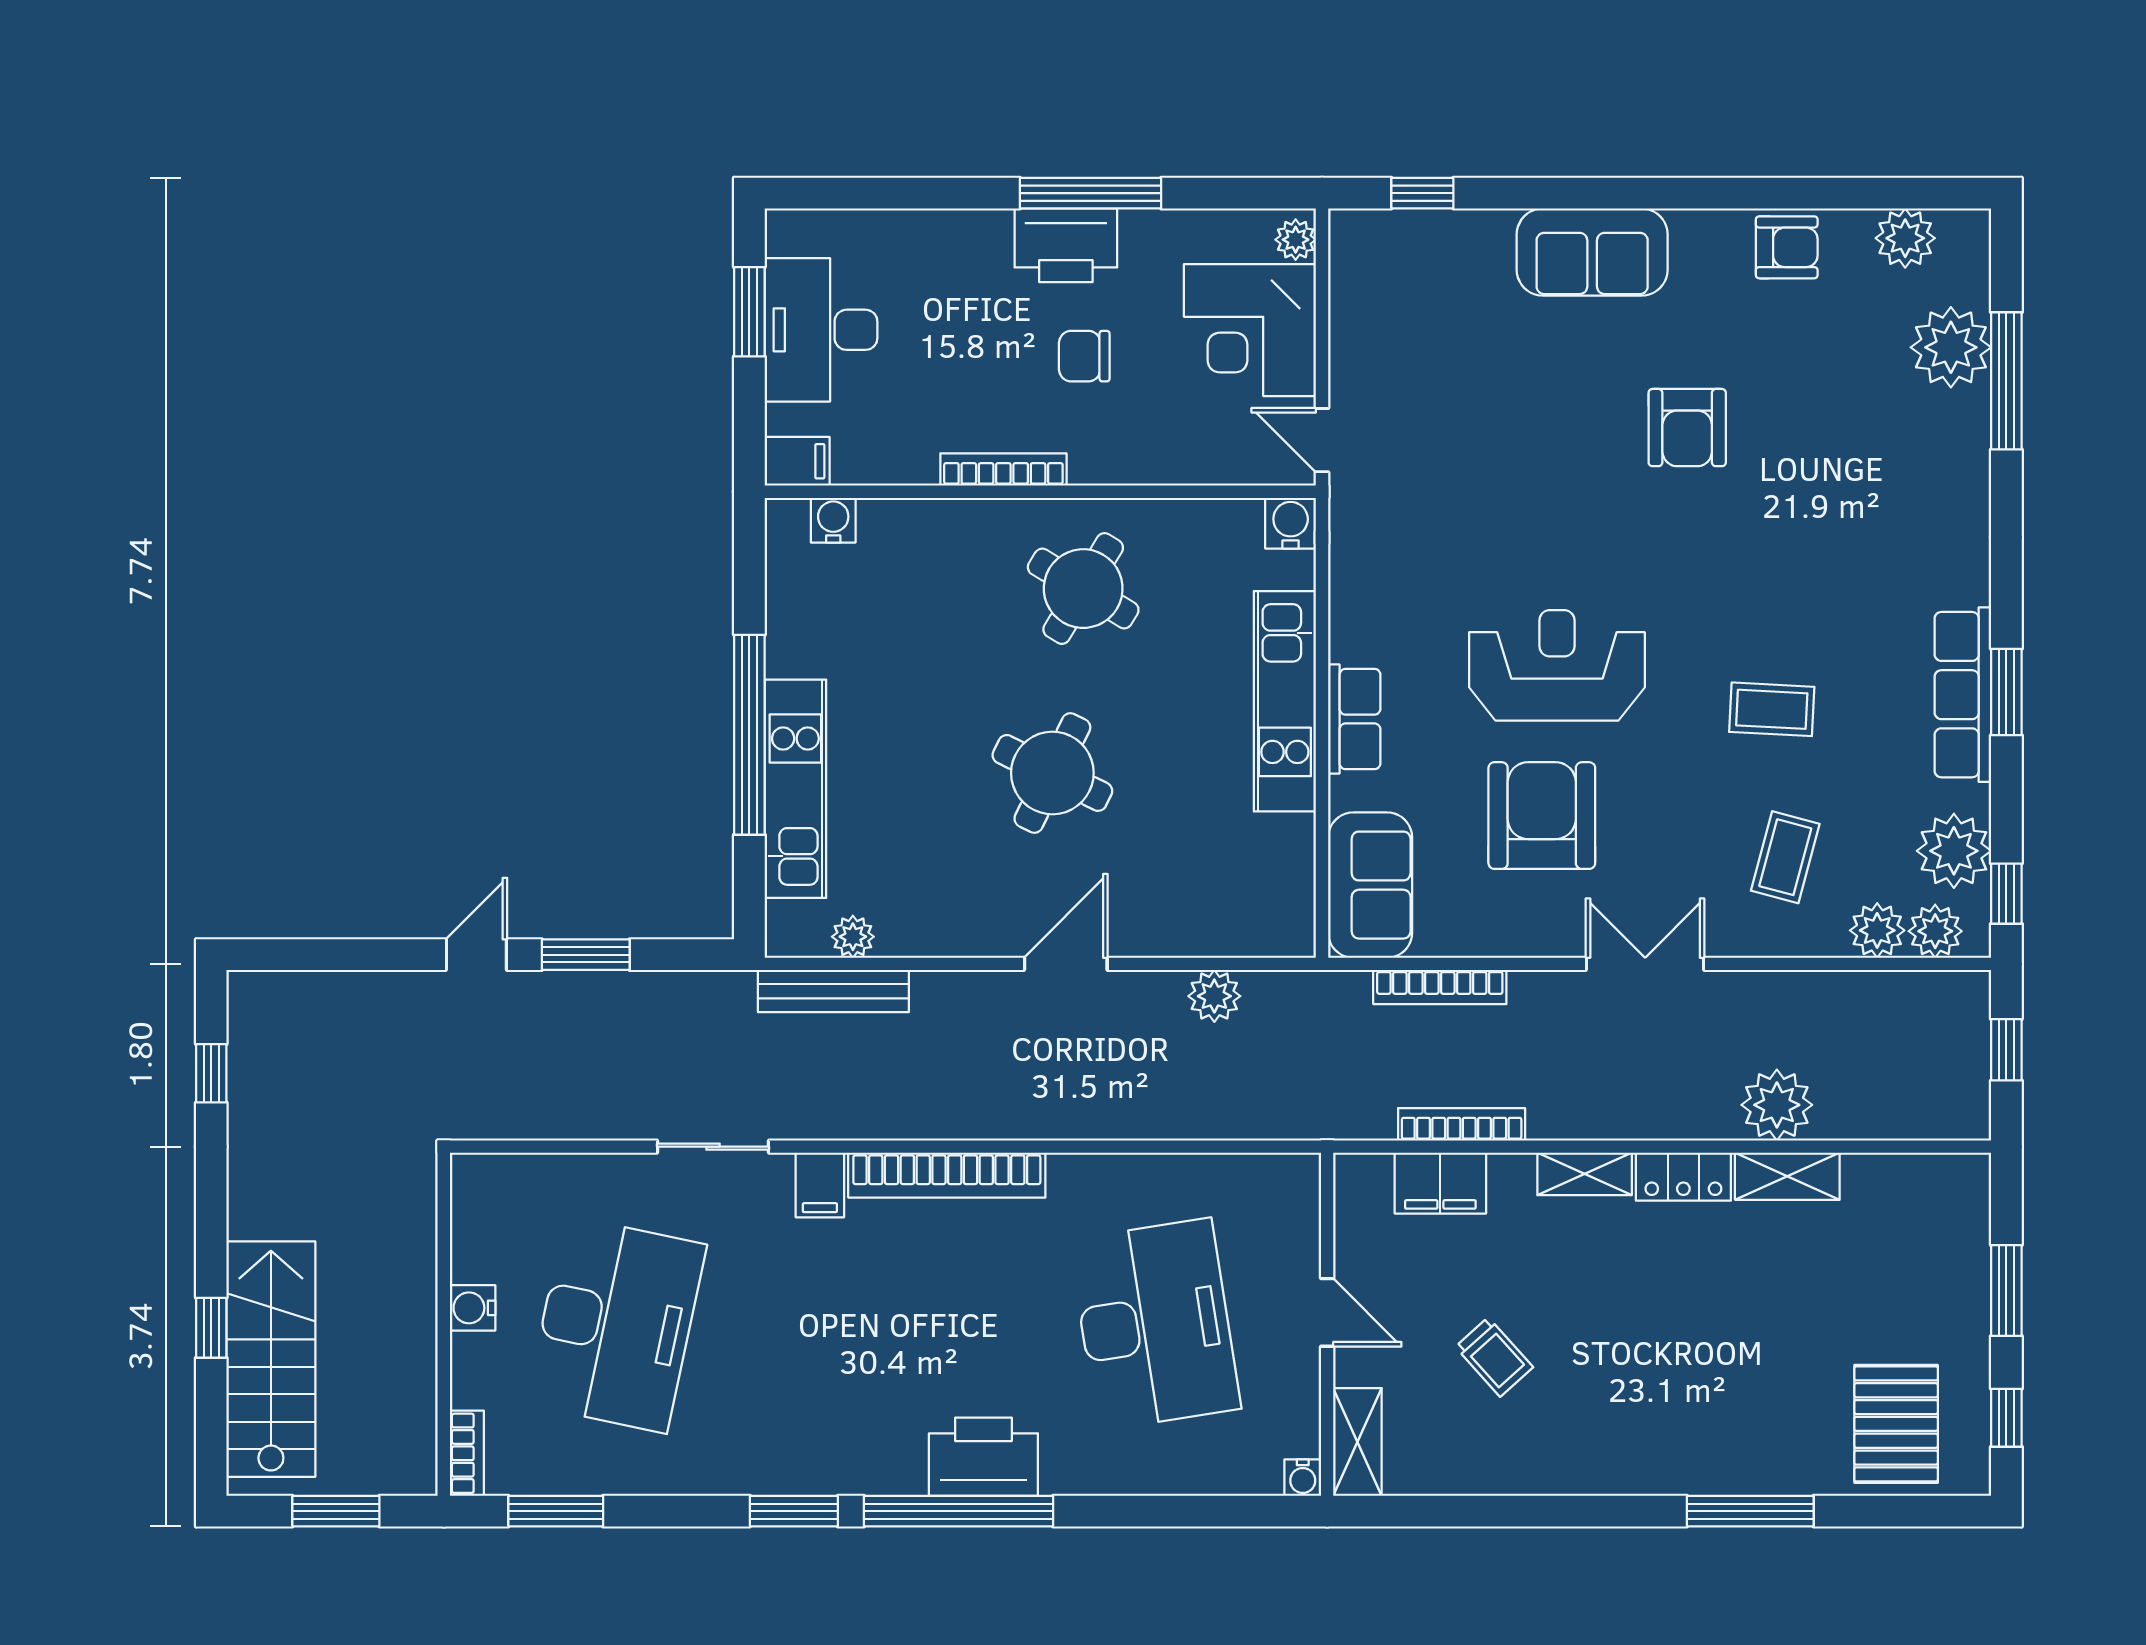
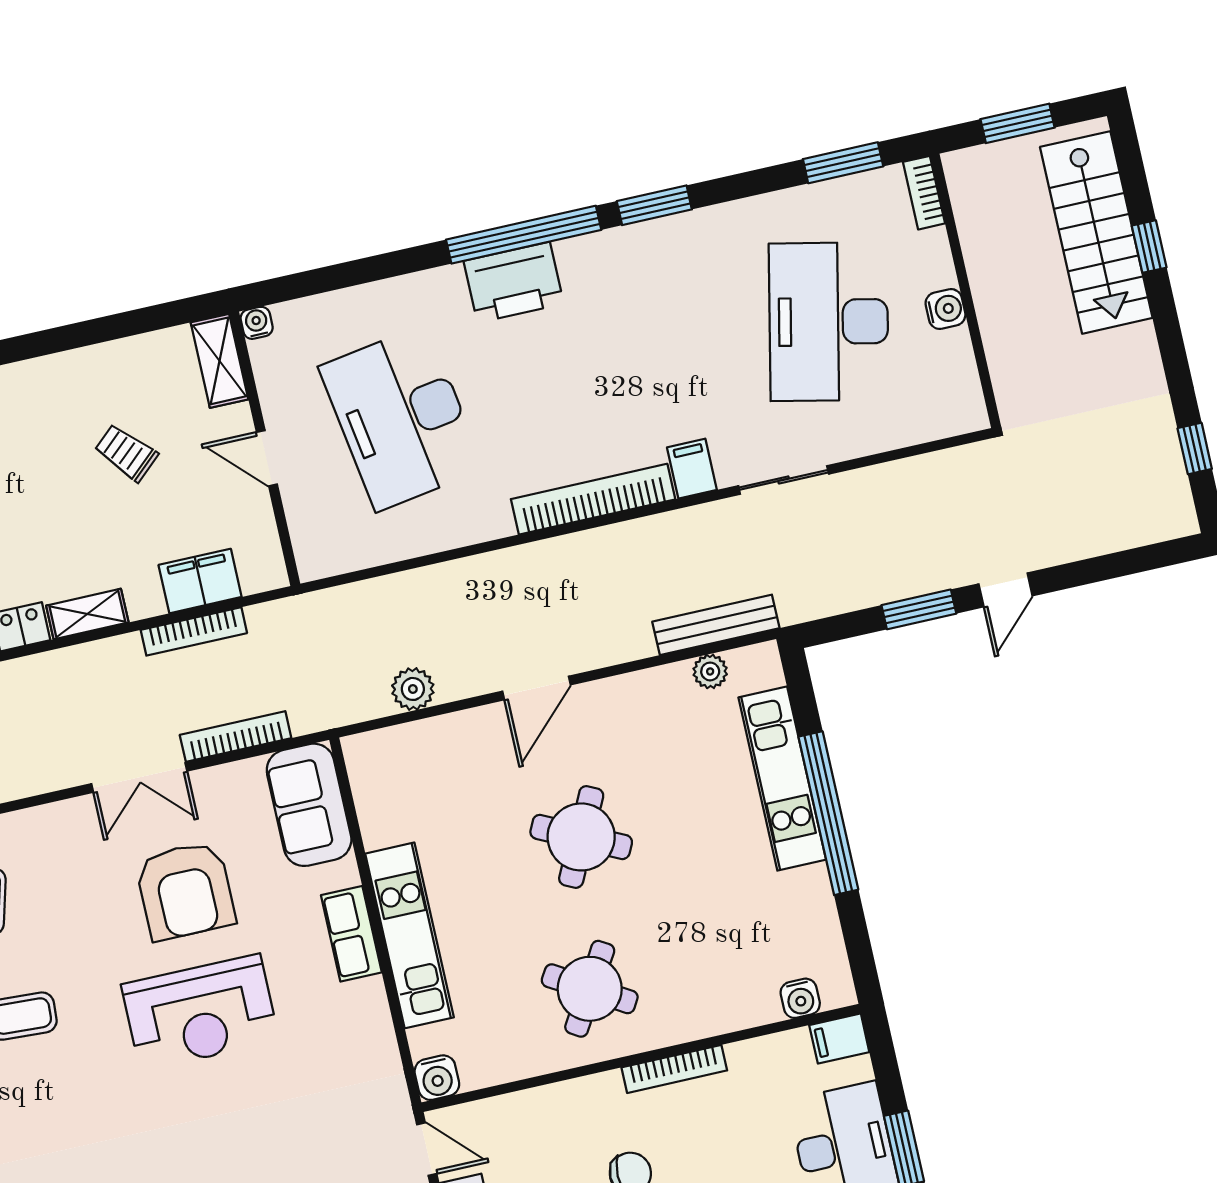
double door: (1645, 964) -> (139, 777), moved

